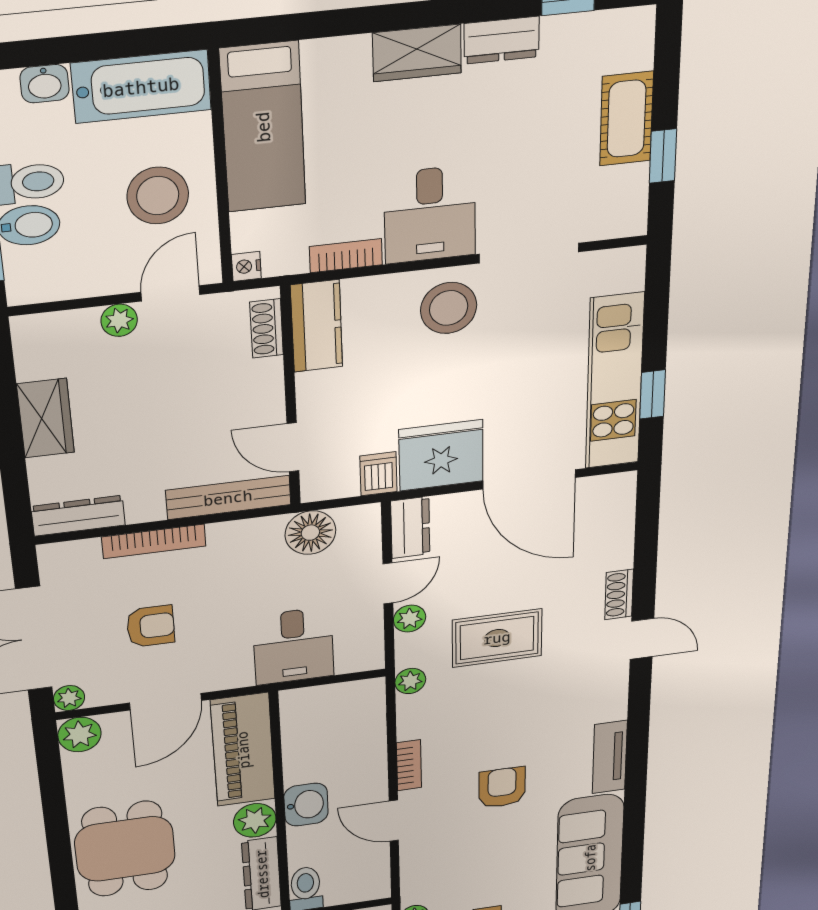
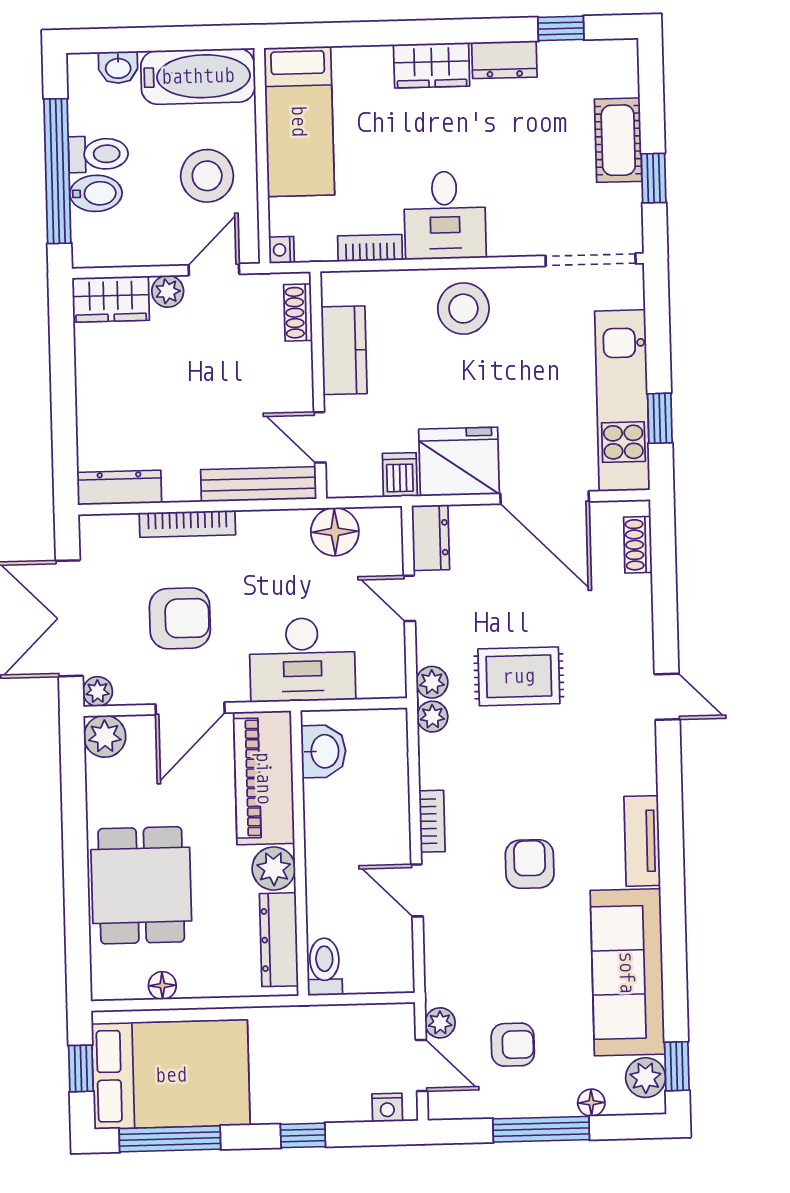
doorway: (529, 253) -> (591, 260), moved
kitchen counter: (317, 326) -> (344, 350), moved
wardrobe: (46, 418) -> (111, 299), moved, turned 90
door: (388, 583) -> (409, 598), swing flipped
shoe rack: (619, 594) -> (638, 545), moved
plant: (410, 619) -> (432, 682), moved
armchair: (151, 626) -> (180, 618), width x1.38, depth x1.38
desk: (293, 646) -> (302, 660), width x1.37
washbasin: (306, 805) -> (324, 751), moved

